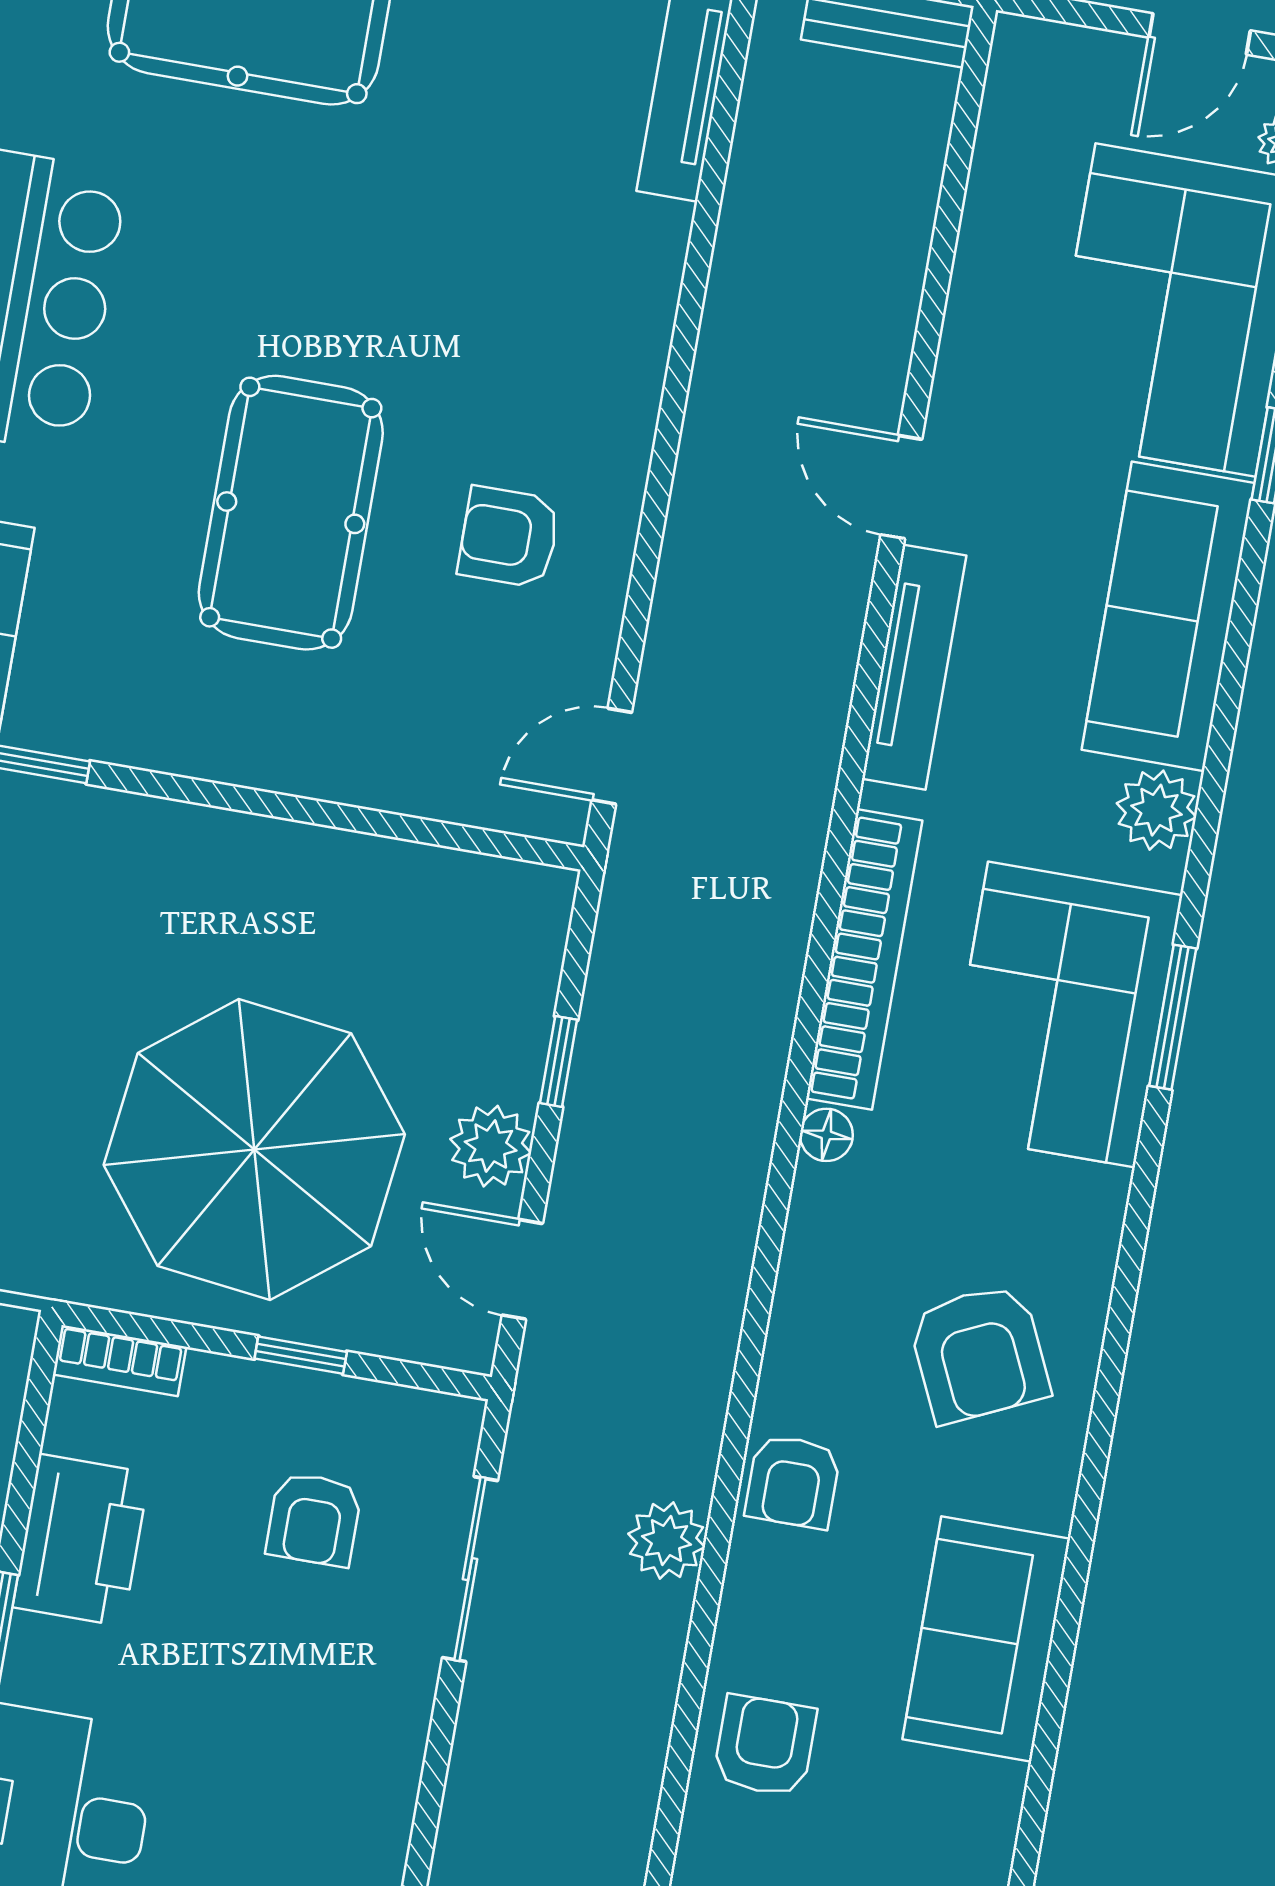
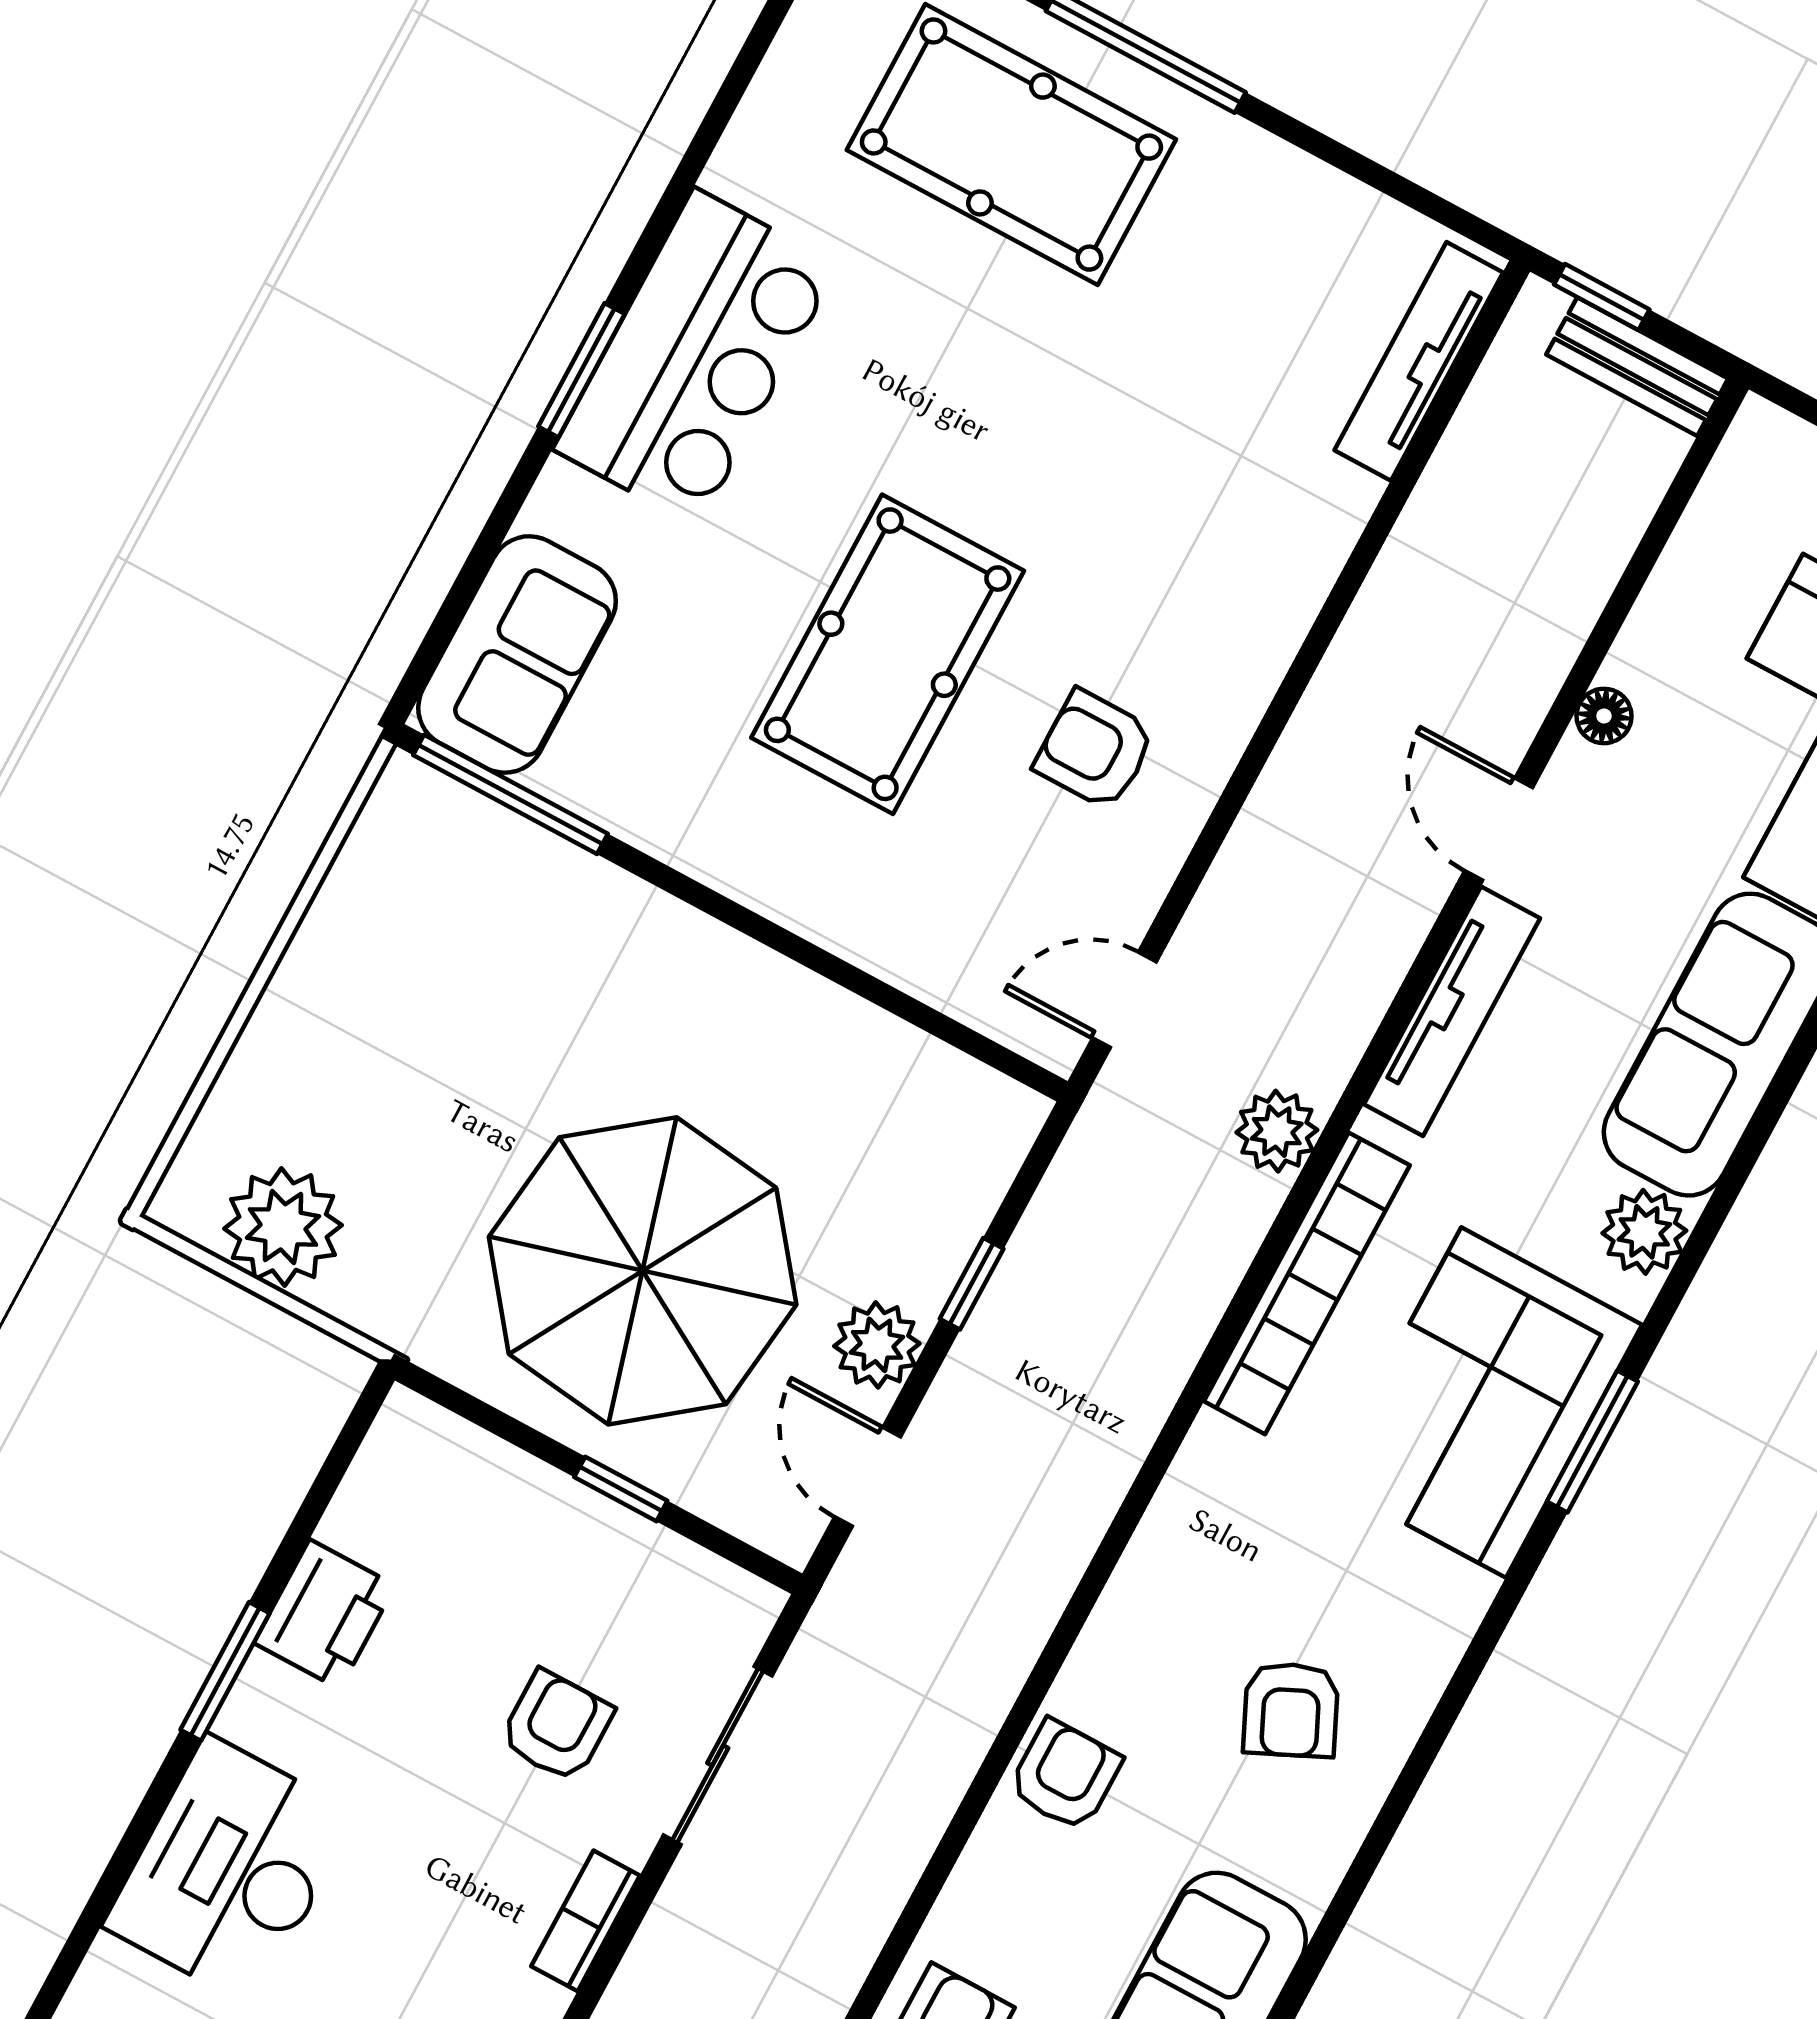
floor lamp: (826, 1135) -> (1604, 716), moved
armchair: (979, 1353) -> (1291, 1710), width x0.72, depth x0.72
bookcase: (120, 1361) -> (586, 1921), moved, turned 90
armchair: (793, 1482) -> (1065, 1775), turned 180
armchair: (314, 1519) -> (557, 1726), moved, turned 180
printer: (81, 1540) -> (325, 1614), width x0.73, depth x0.84
plant: (667, 1540) -> (1277, 1131), moved

